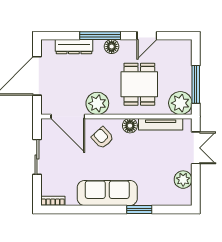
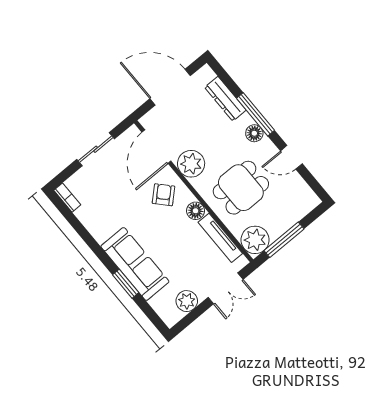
sofa: (107, 193) -> (135, 264), moved

